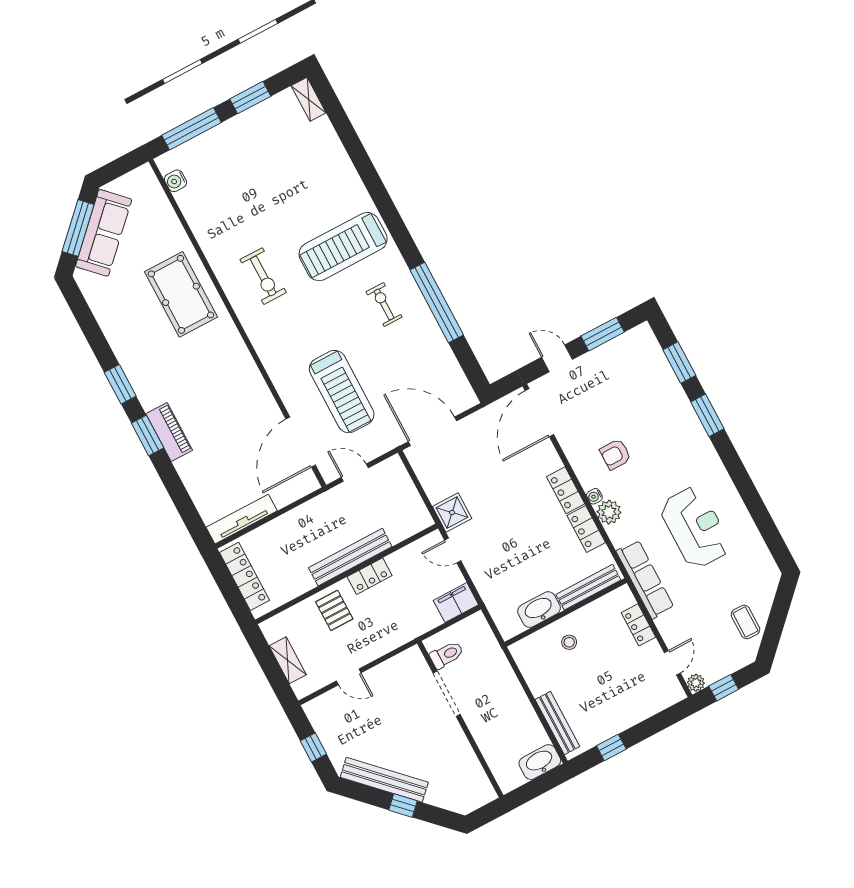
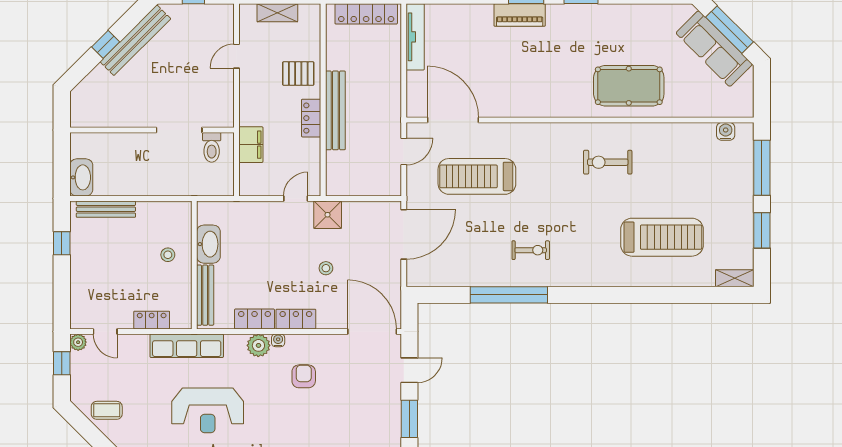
treadmill: (343, 247) -> (662, 237), moved, turned 90
stool: (503, 487) -> (326, 268), added
filing cabinet: (456, 603) -> (251, 145), moved

